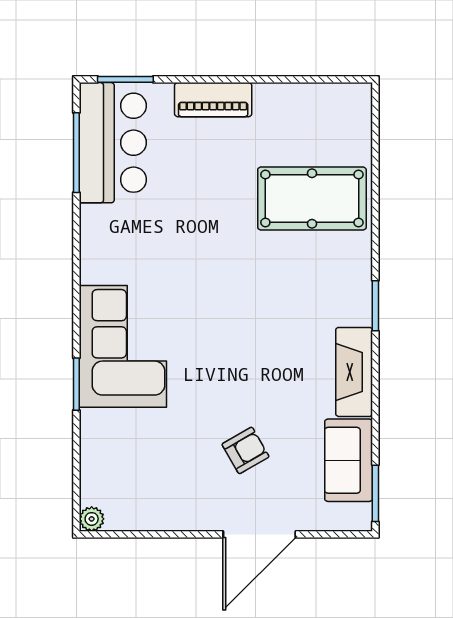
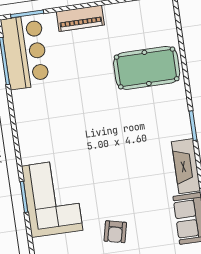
corner sofa: (123, 346) -> (52, 198), moved
armchair: (245, 450) -> (115, 232), moved, turned 133

